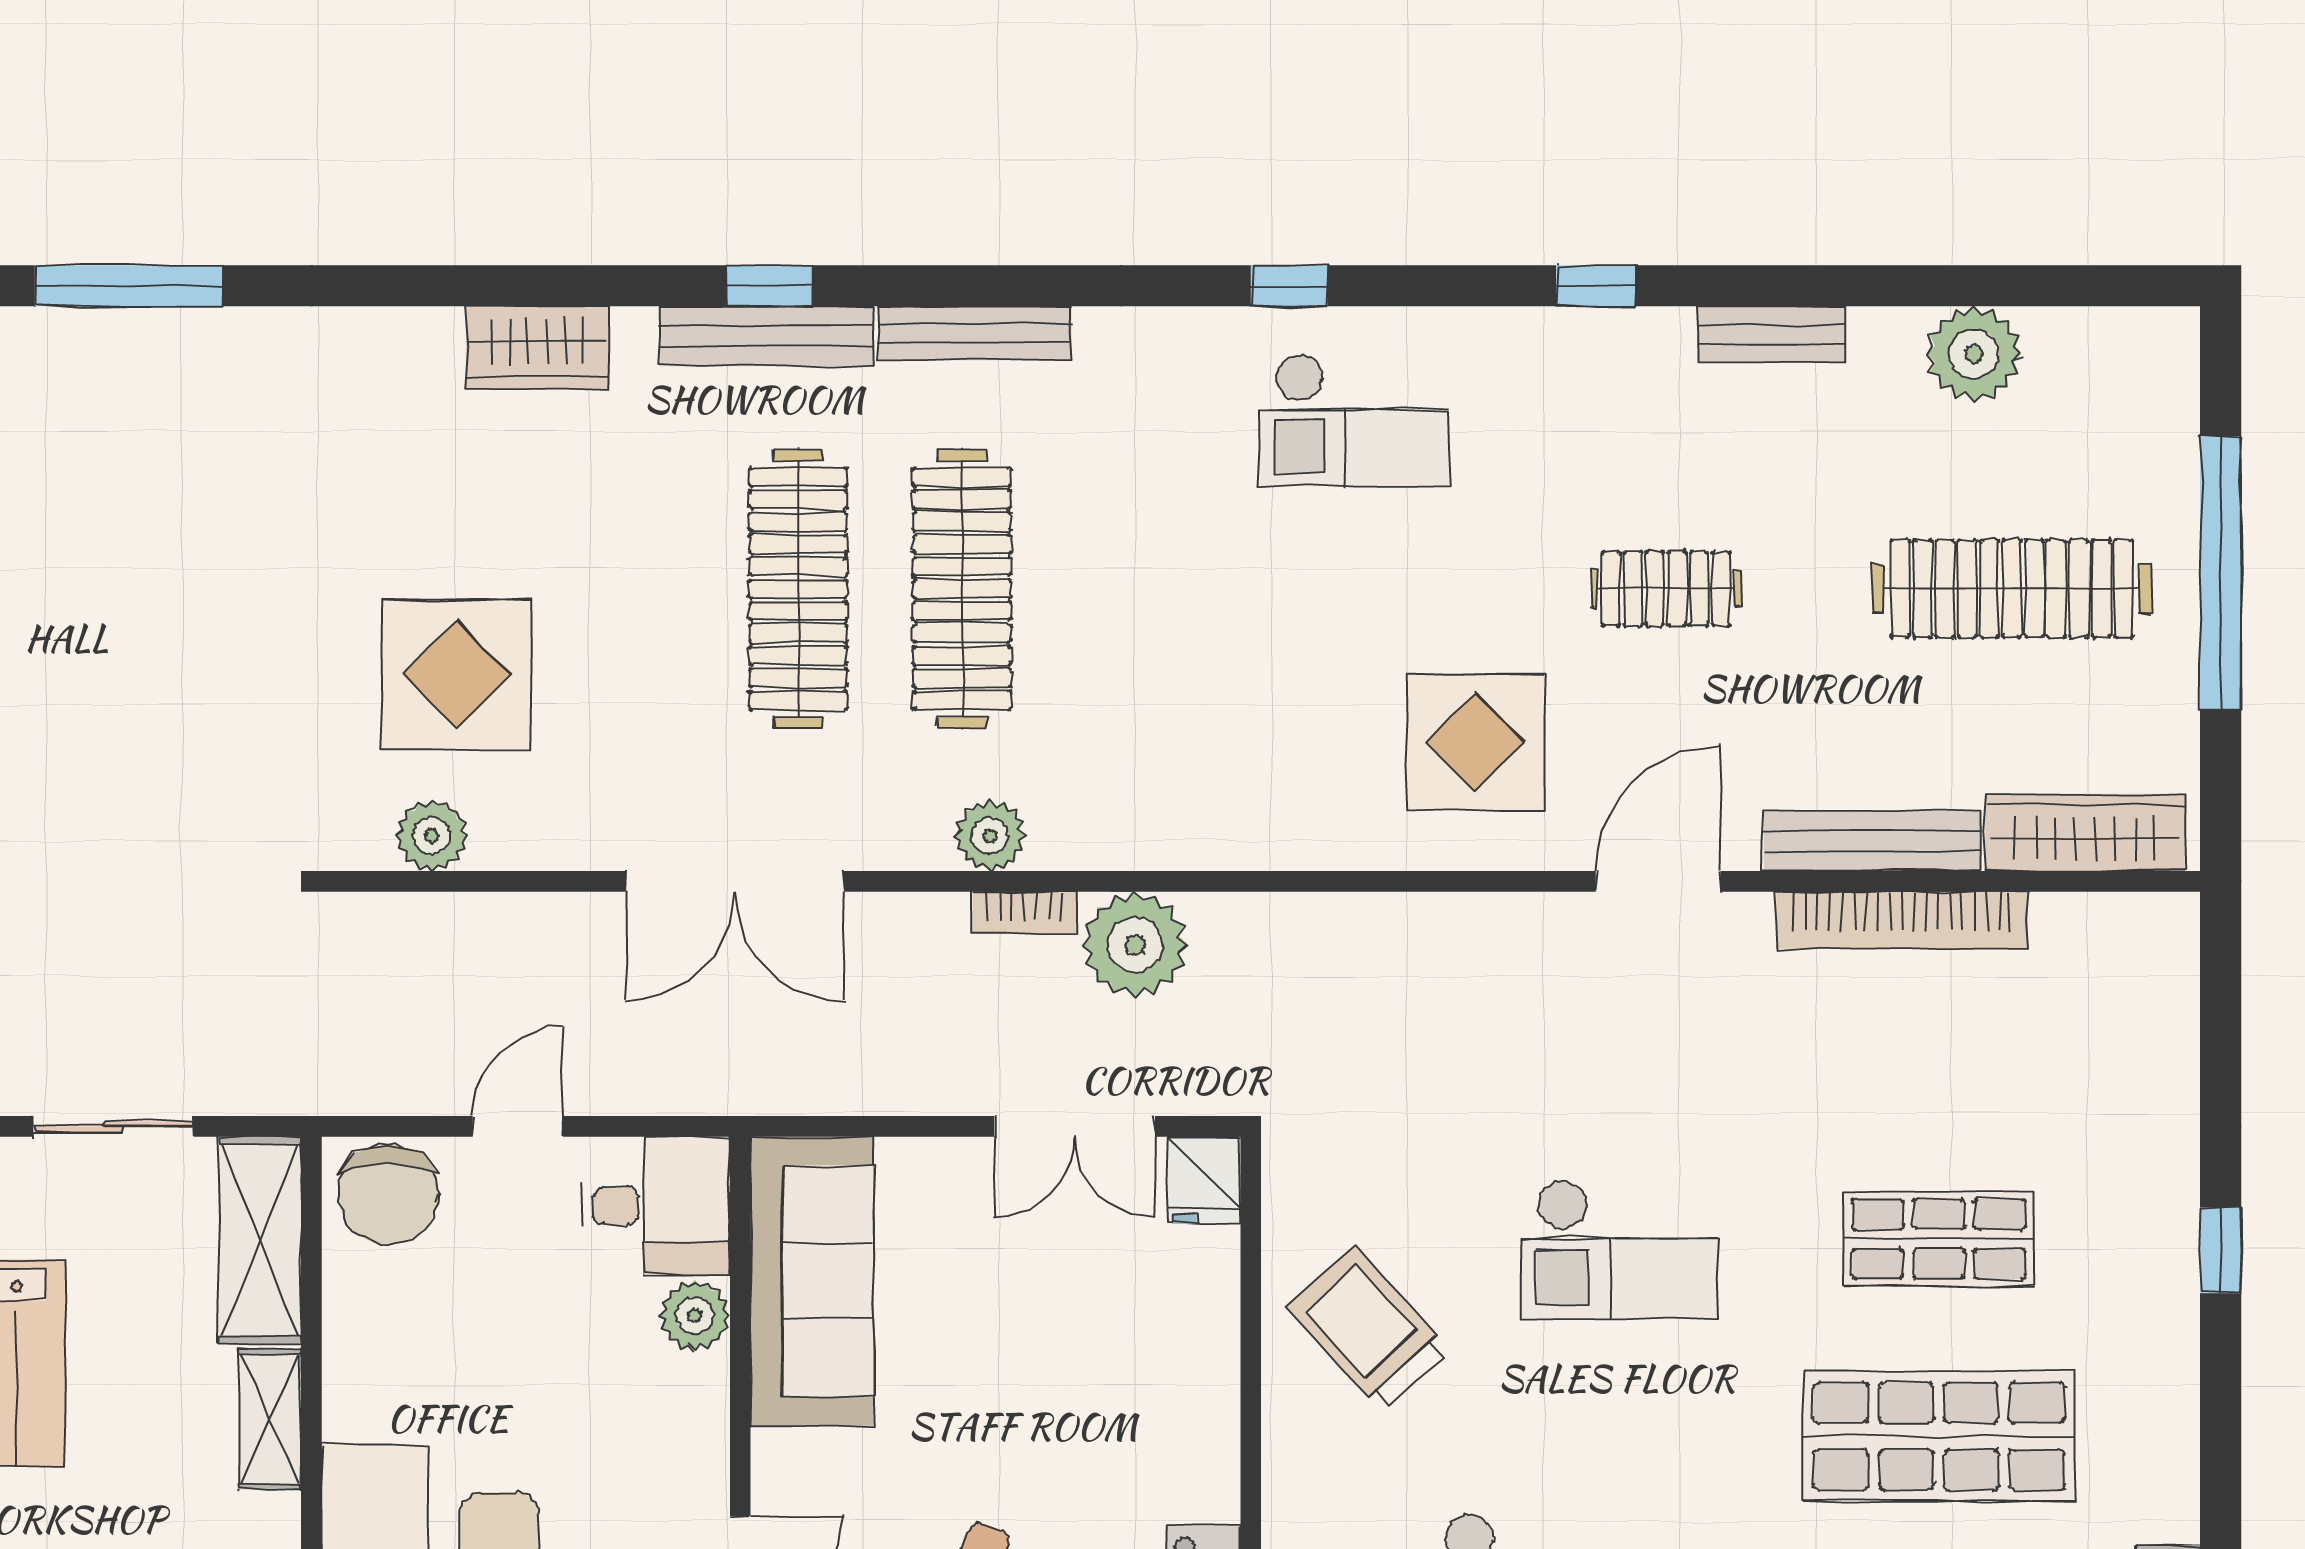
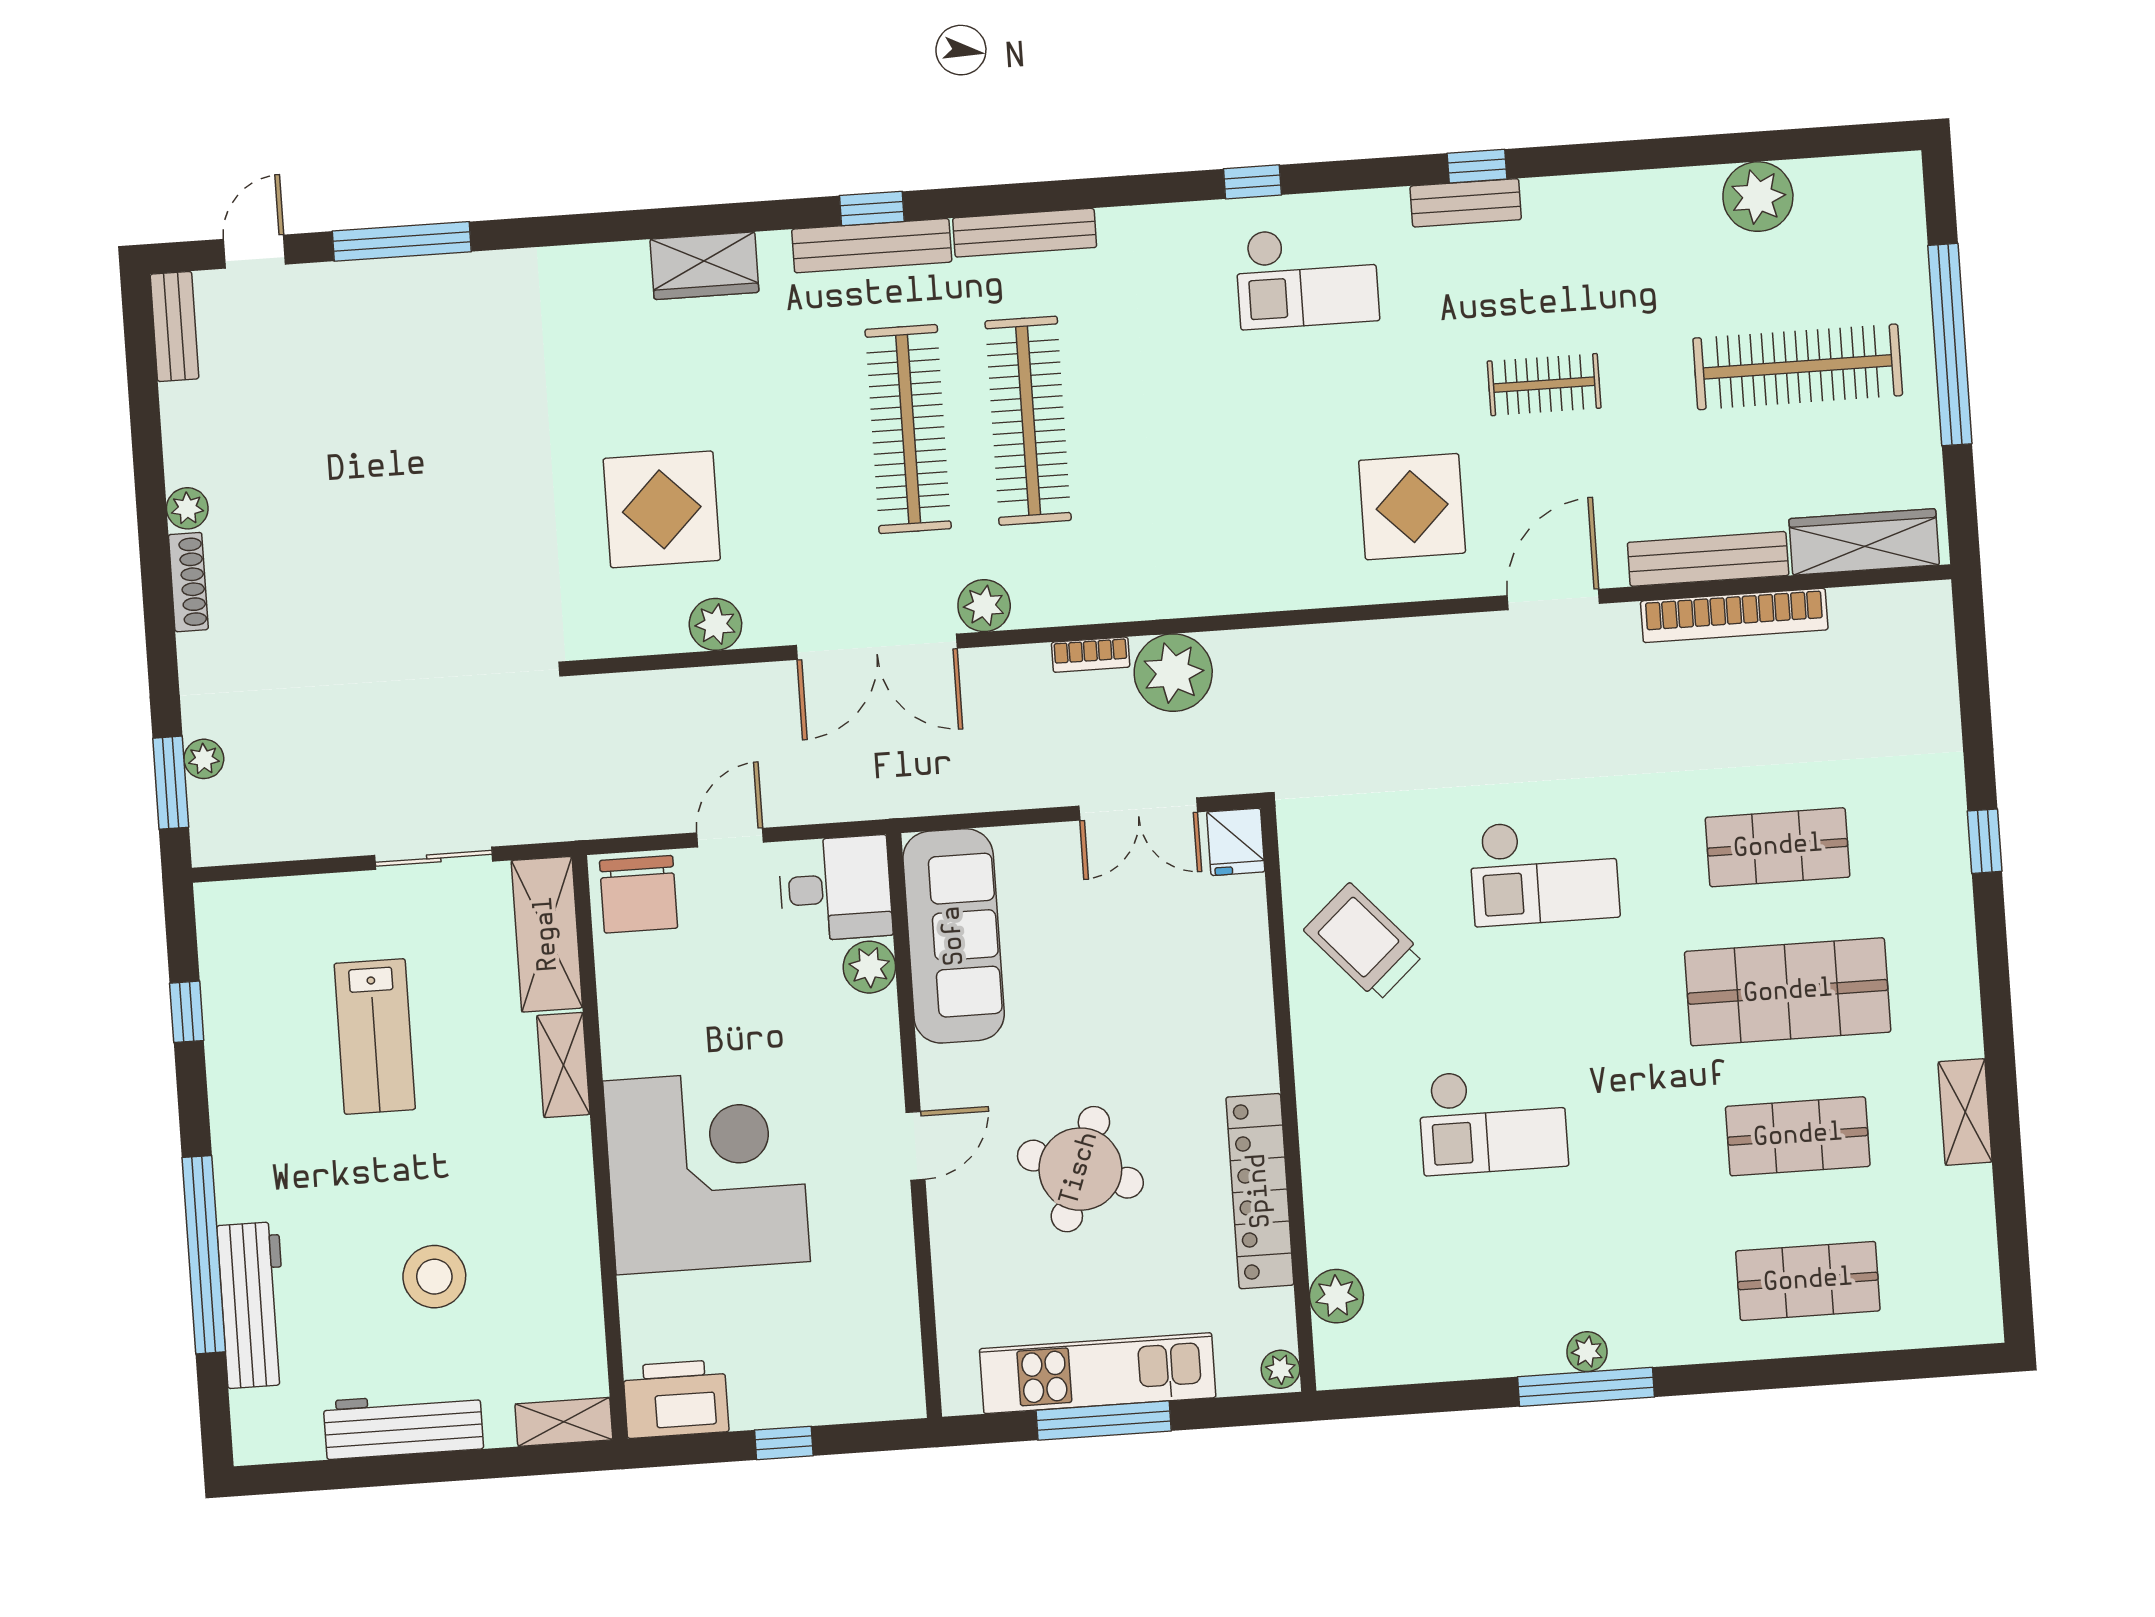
bench: (1772, 334) -> (1466, 203), moved
plant: (432, 836) -> (715, 624), moved
plant: (990, 836) -> (984, 606), moved

